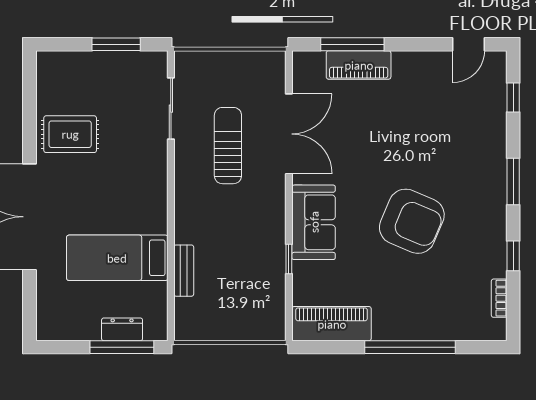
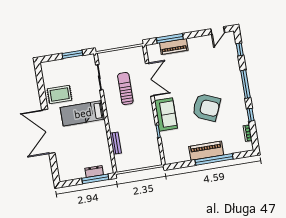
window: (513, 182) -> (245, 84), width x1.44
bed: (117, 258) -> (83, 113), moved
piano: (332, 324) -> (206, 151), moved

